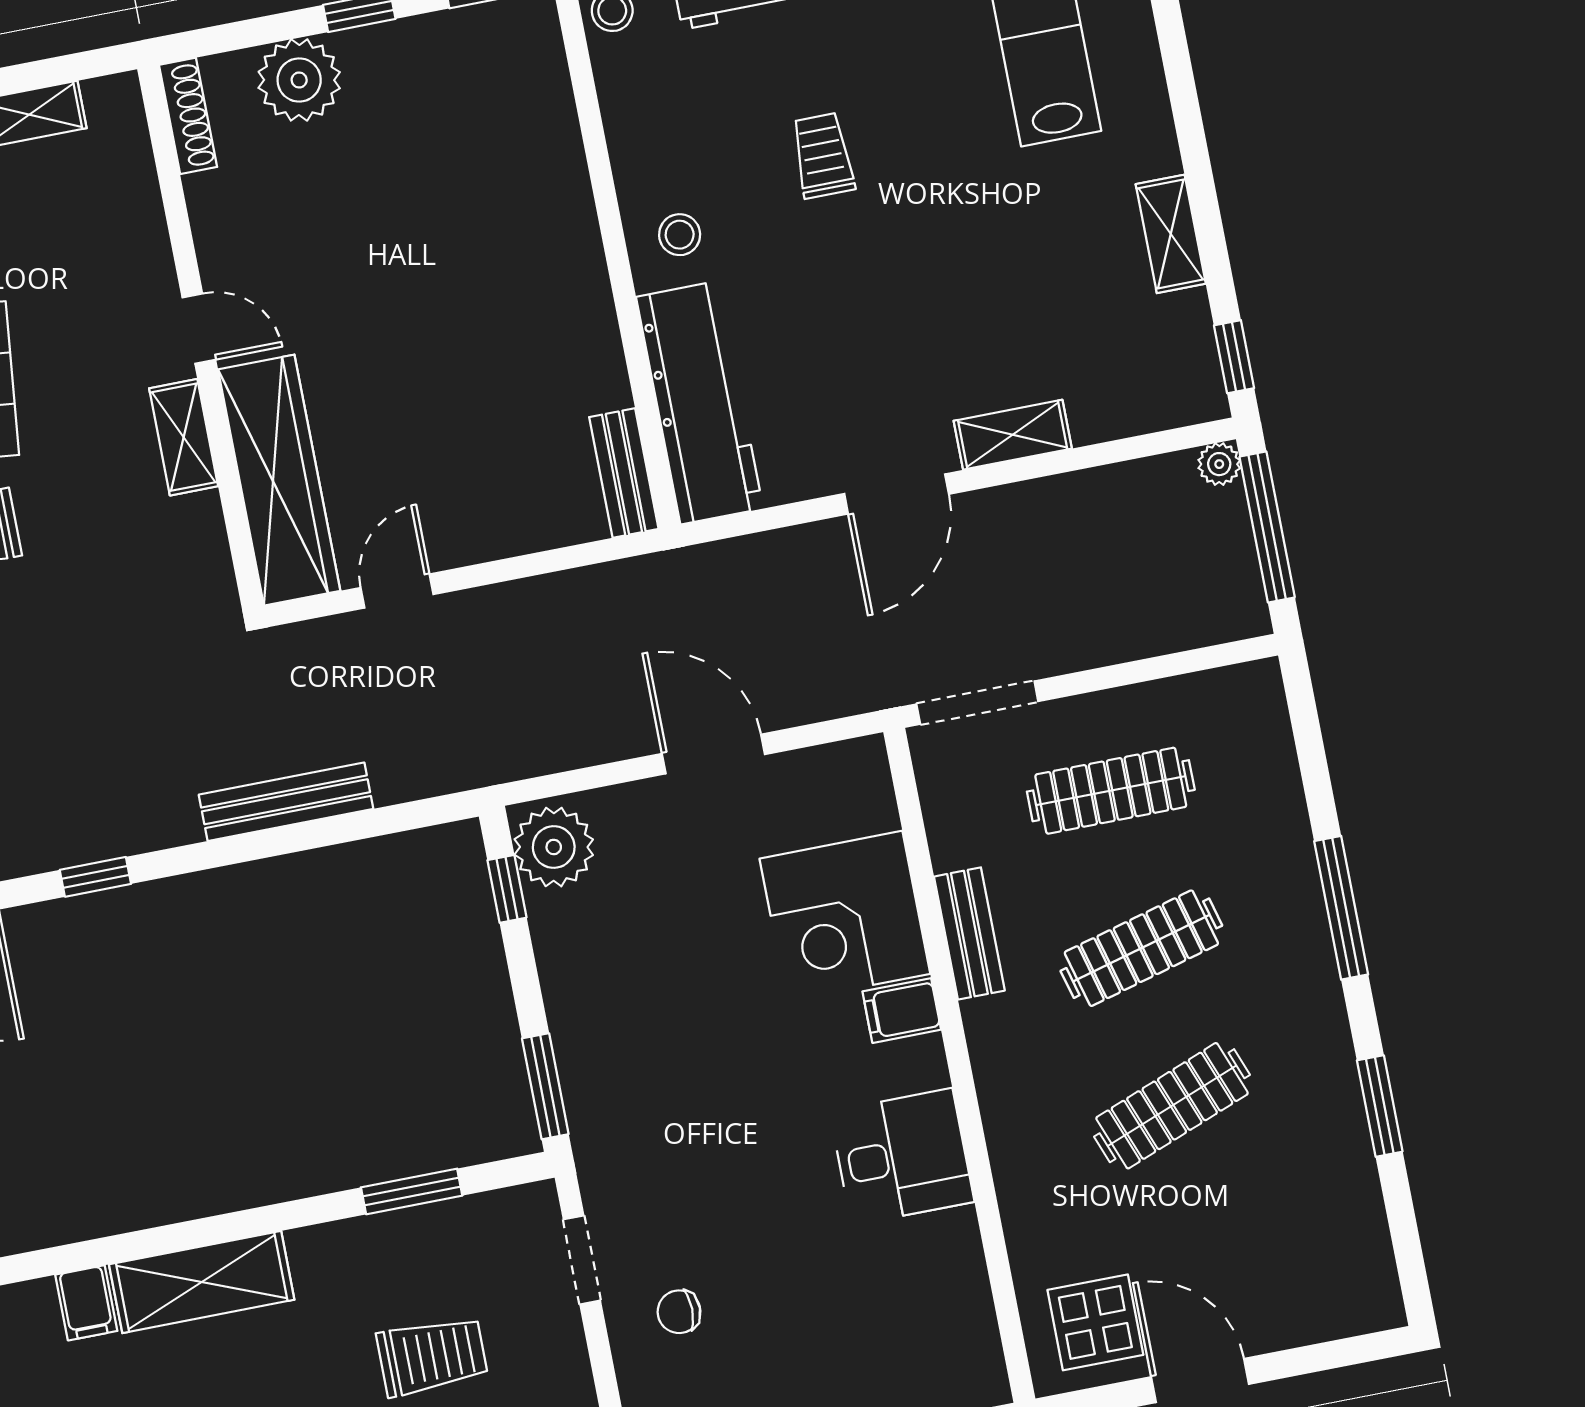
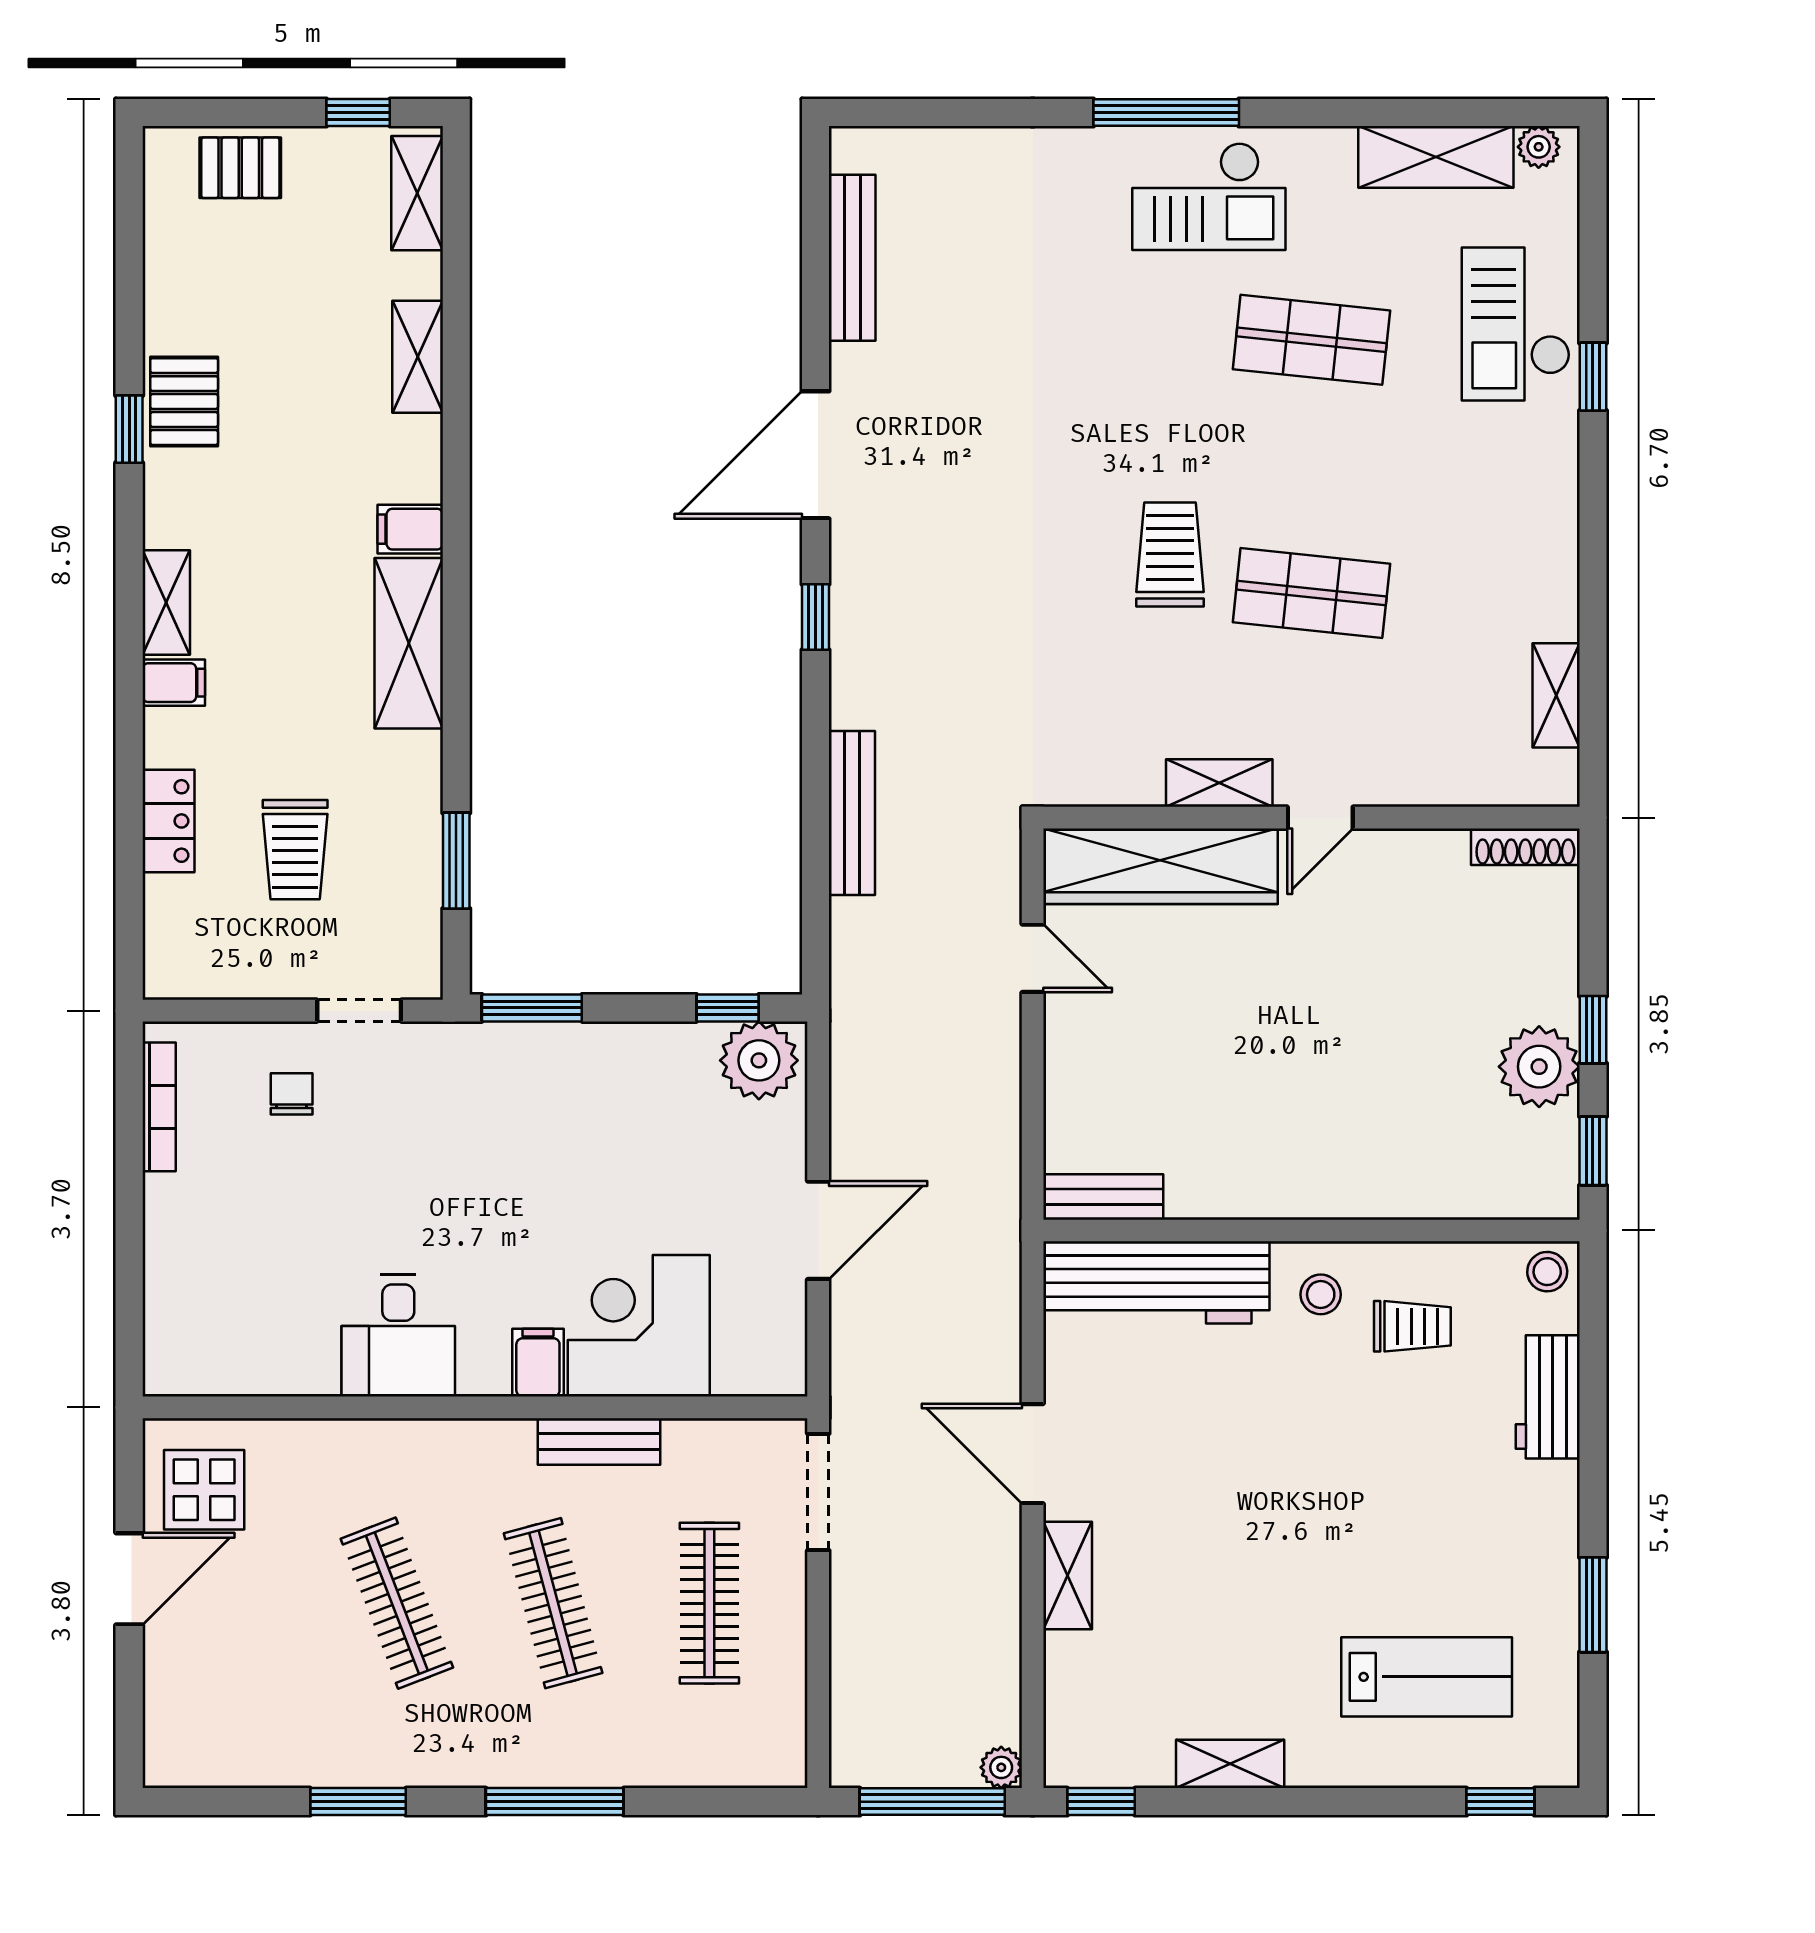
plant: (299, 80) -> (1539, 1067), moved
trolley: (823, 156) -> (1412, 1326), moved

